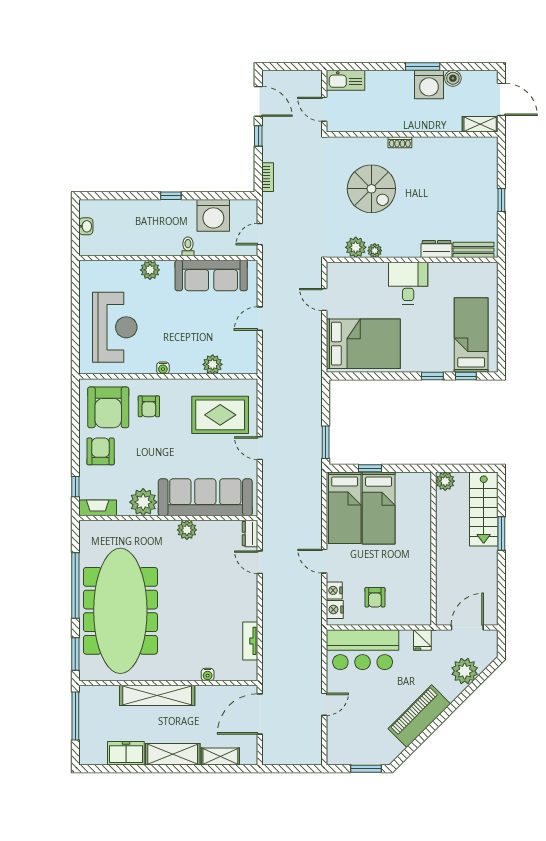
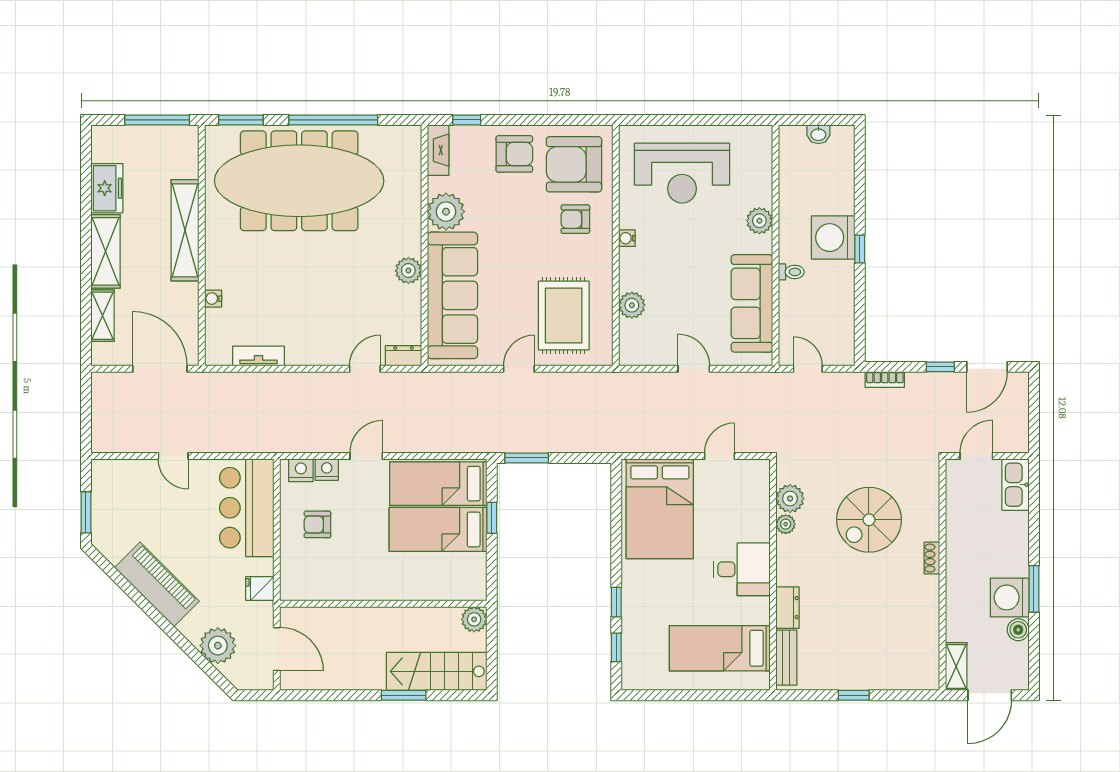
washing machine: (213, 215) -> (833, 238), moved
bed: (471, 335) -> (720, 648), moved, turned 180

